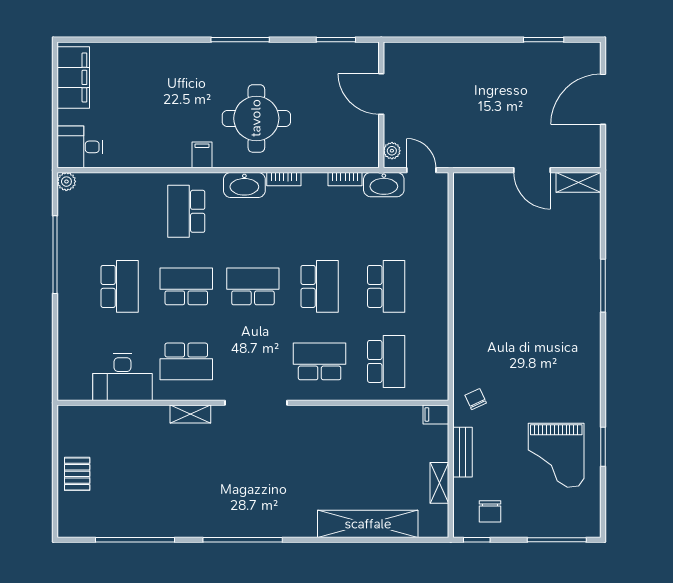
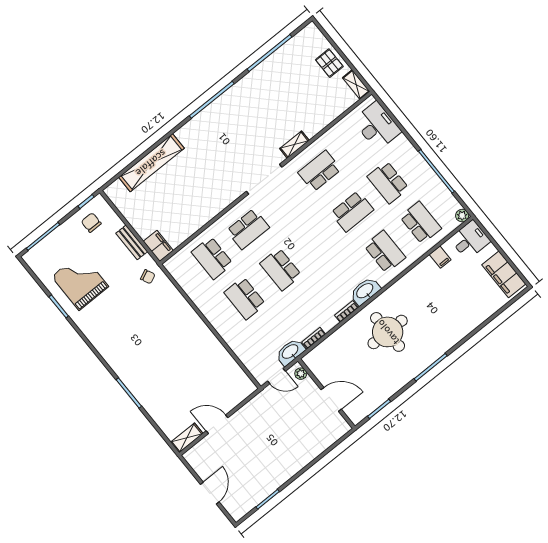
door: (603, 99) -> (210, 493), width x0.73
filing cabinet: (202, 155) -> (440, 257), moved
school desk: (253, 286) -> (421, 223), moved, turned -90
desk: (122, 377) -> (377, 126), moved, turned 90
filing cabinet: (436, 414) -> (158, 246), width x2.00
shelving: (439, 483) -> (356, 85), moved

